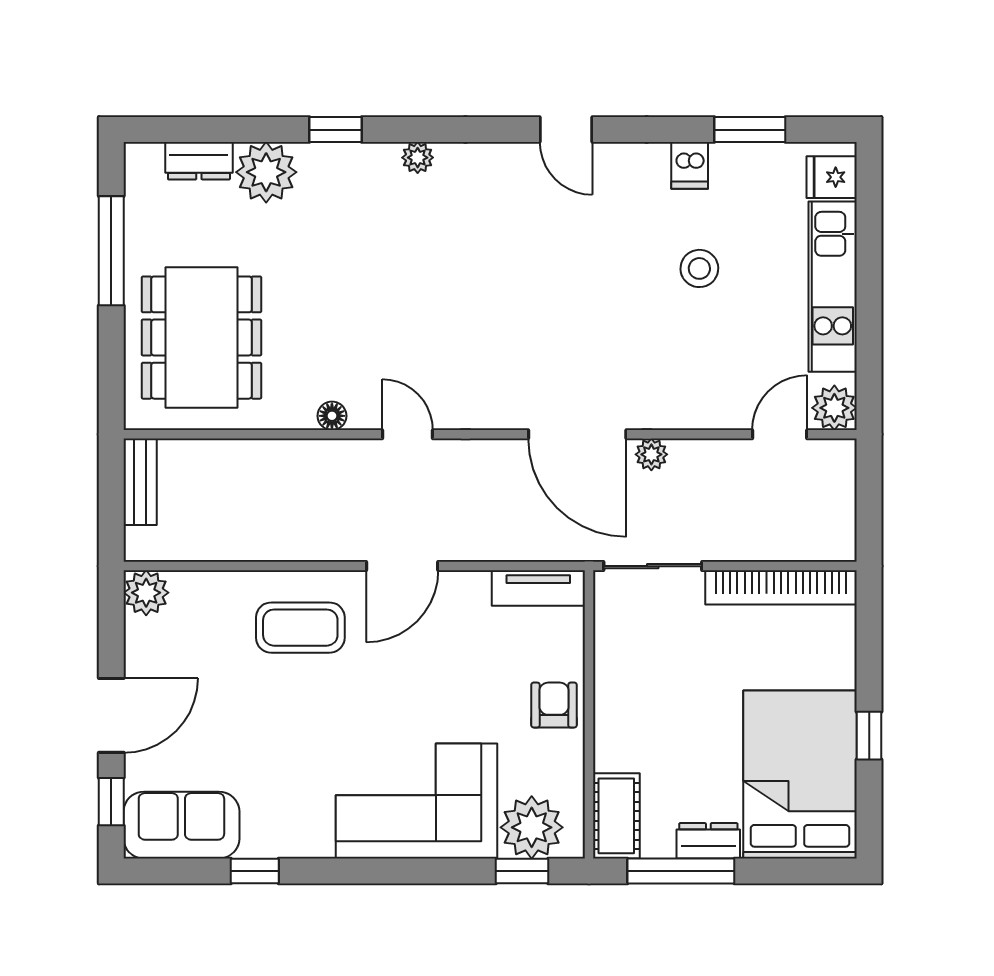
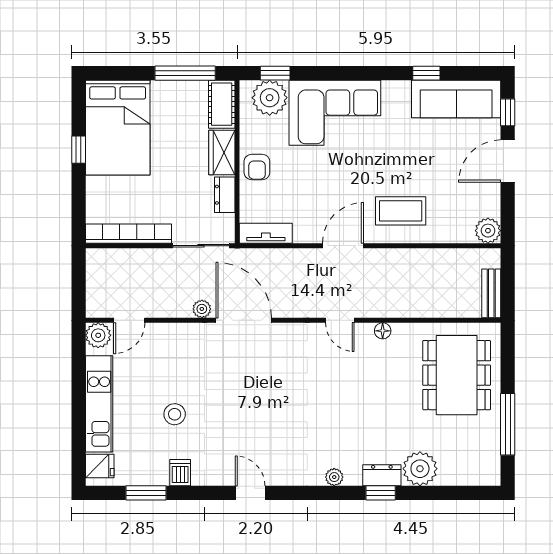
dresser: (199, 161) -> (382, 475), moved
wardrobe: (616, 730) -> (222, 153), added
sofa: (181, 825) -> (456, 99), width x1.36
dresser: (708, 841) -> (225, 195), moved, turned 90

